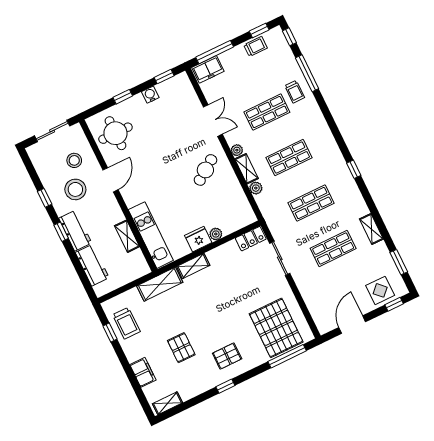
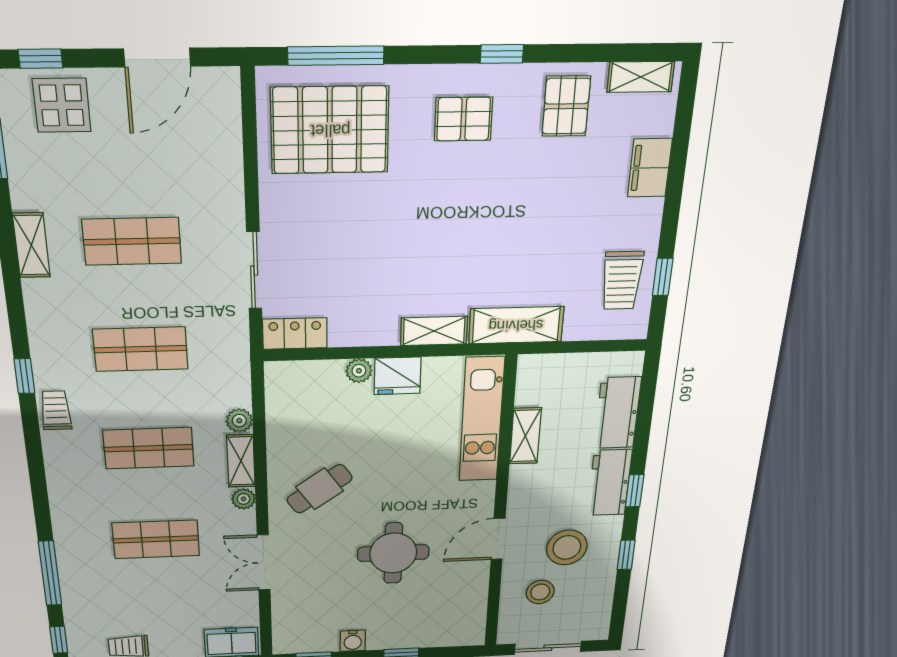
trolley: (295, 92) -> (56, 410), moved
round table: (115, 133) -> (393, 553), moved
trolley: (126, 323) -> (622, 280), turned 180
pallet: (276, 328) -> (330, 130), turned 90
pallet: (181, 348) -> (566, 106), moved

